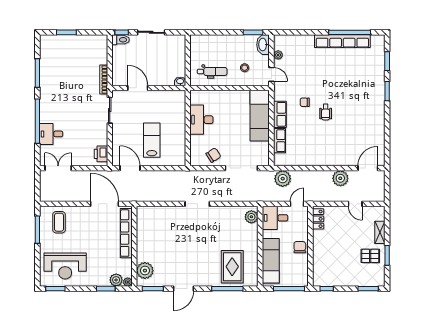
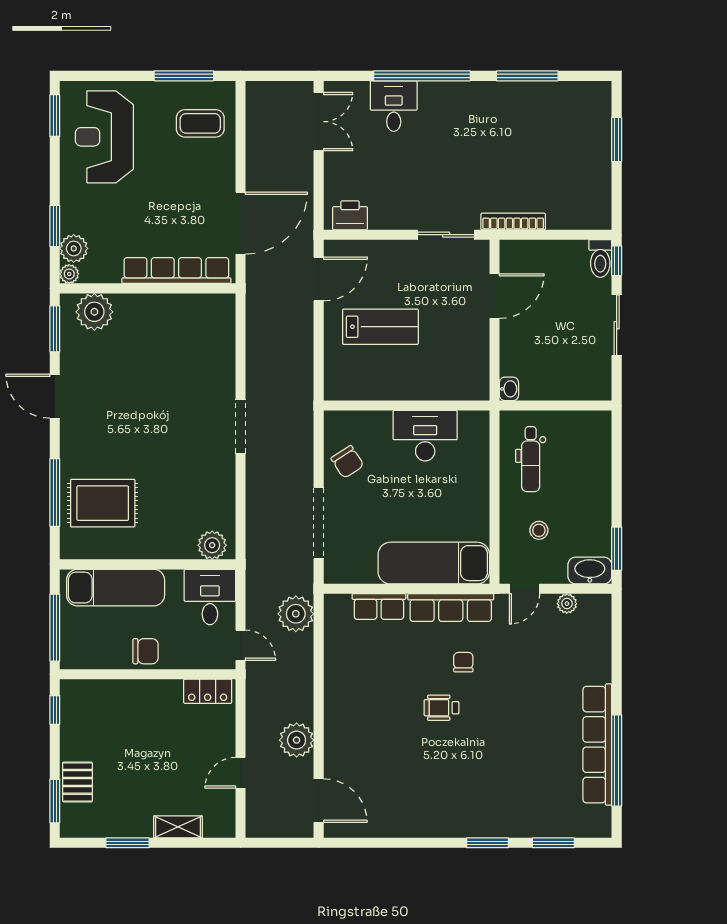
row of seats: (280, 114) -> (451, 608), width x1.48
pallet: (370, 256) -> (77, 782), moved

